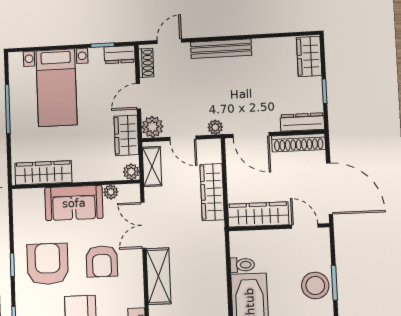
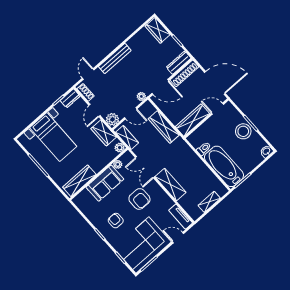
armchair: (48, 264) -> (116, 221), width x0.53, depth x0.53

